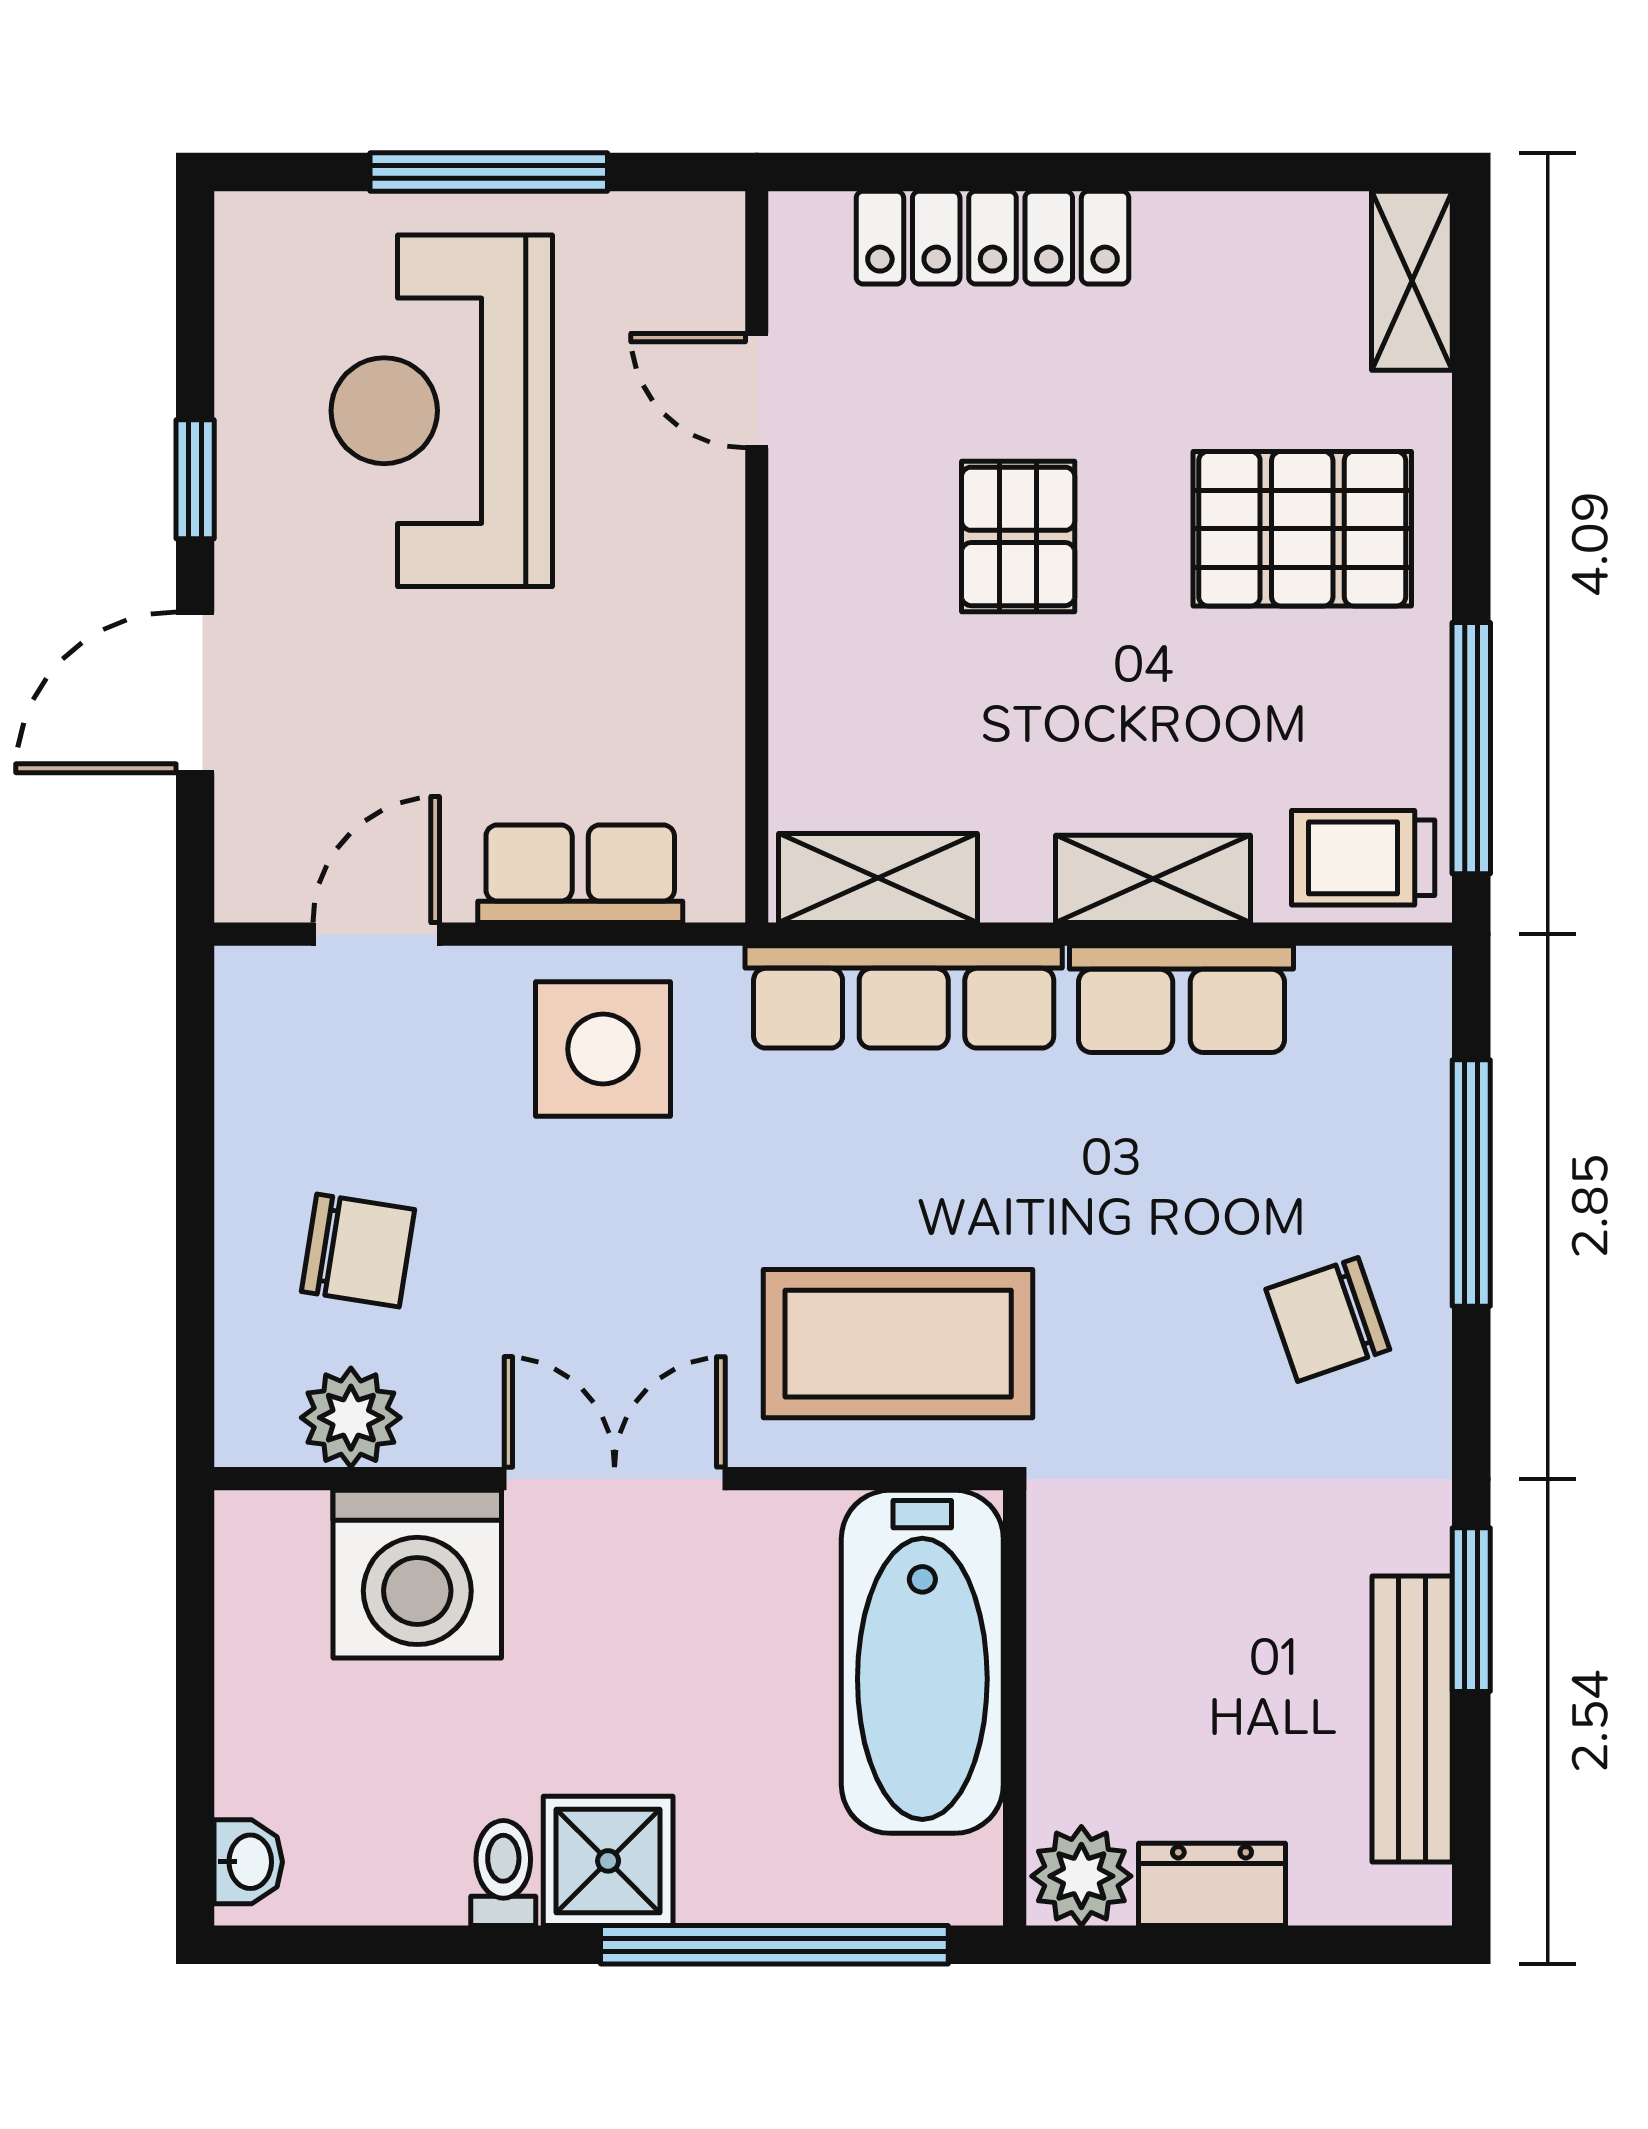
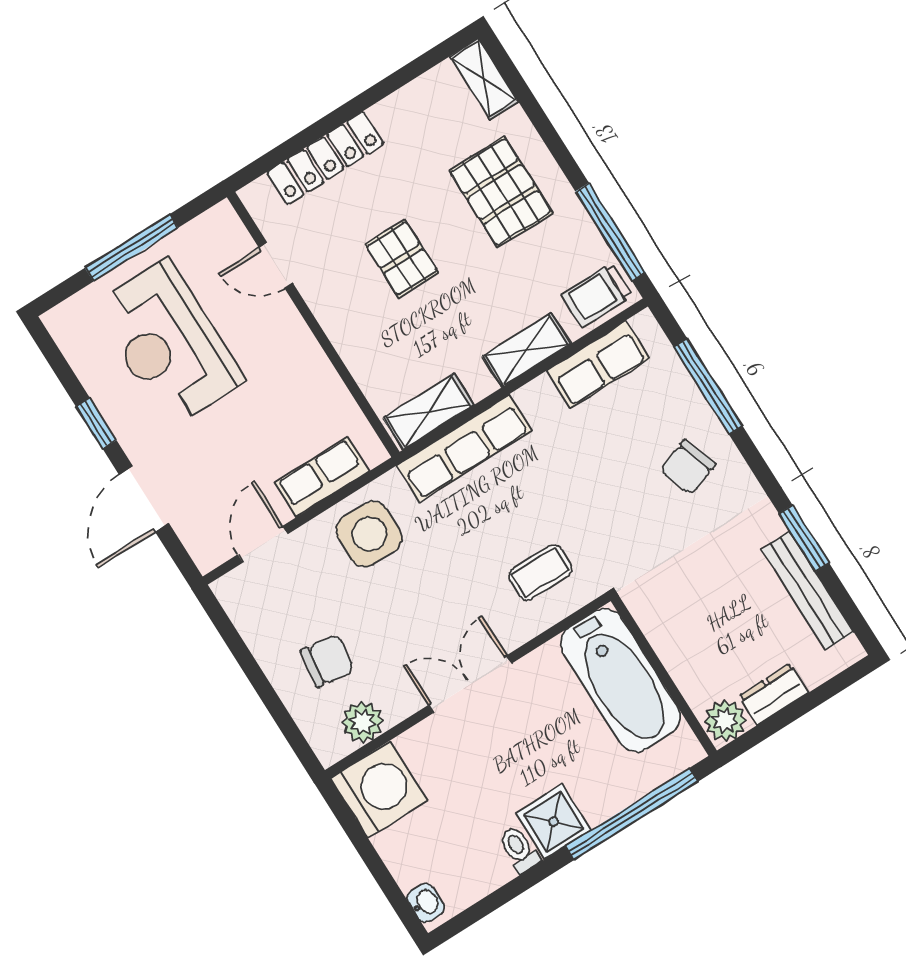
pallet: (1302, 529) -> (501, 192), turned 90
row of seats: (1181, 999) -> (598, 365), moved
coffee table: (898, 1344) -> (540, 573), width x0.54, depth x0.58
washing machine: (417, 1574) -> (379, 789), moved, turned -90

